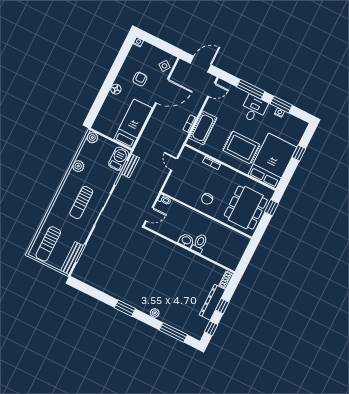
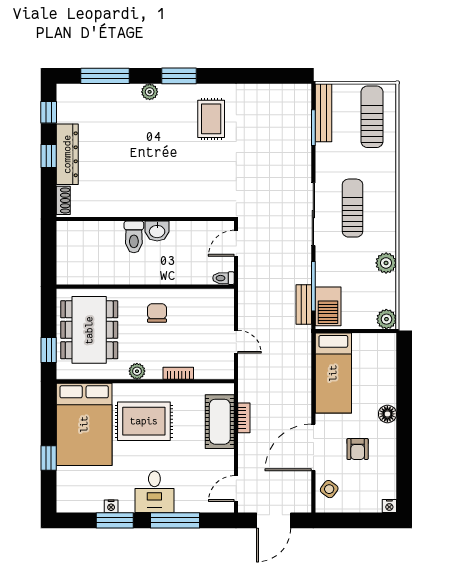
plant: (232, 174) -> (137, 371), added
rug: (130, 284) -> (211, 119), added
window: (125, 308) -> (179, 76), moved

